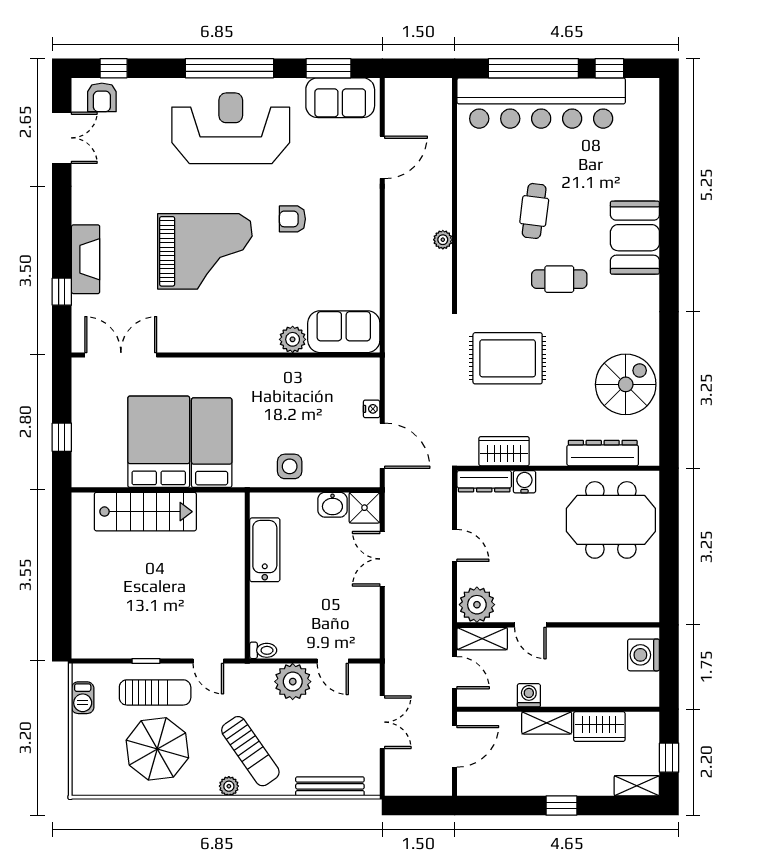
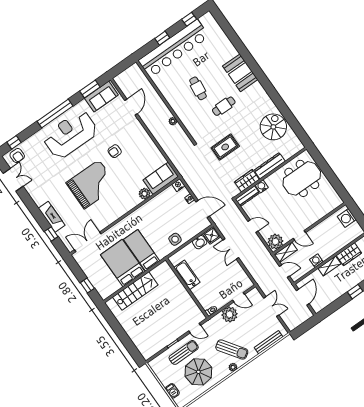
window: (533, 68) -> (162, 38), width x0.32
rug: (508, 358) -> (225, 147), width x0.73, depth x0.70
nightstand: (368, 368) -> (178, 185), added
dresser: (603, 453) -> (270, 166), moved
barbecue: (83, 698) -> (172, 391), moved

